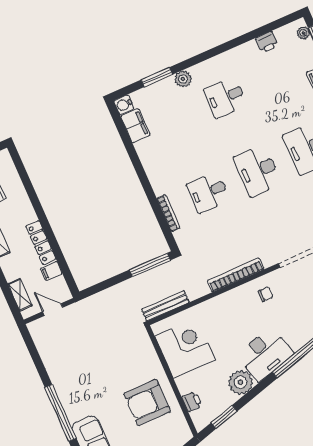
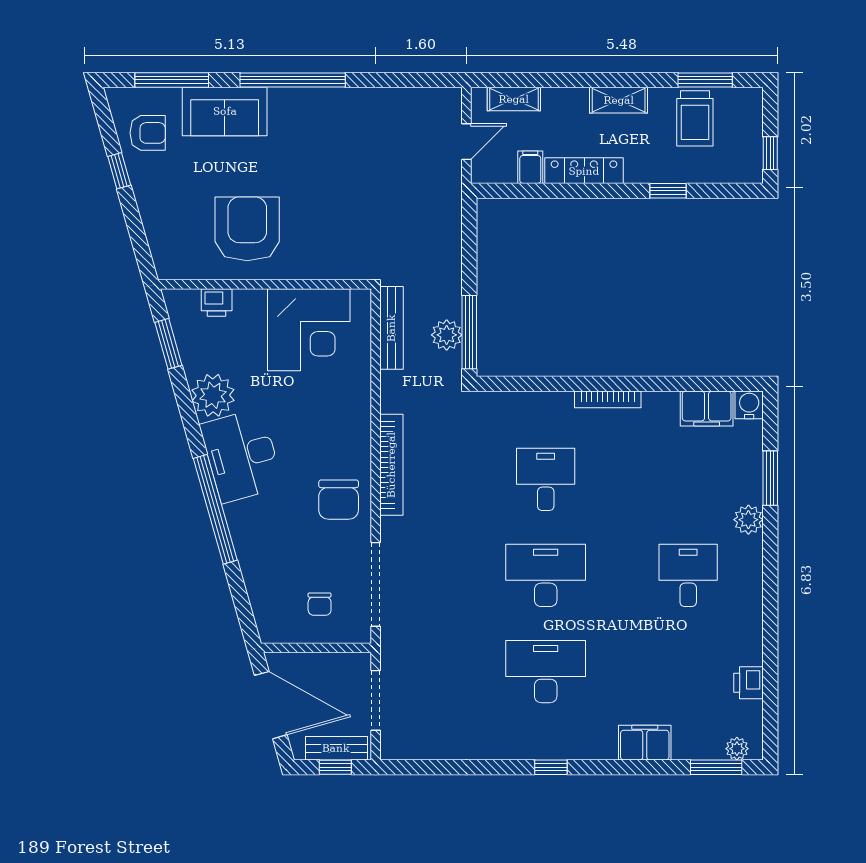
window: (32, 195) -> (668, 191), added
bookcase: (168, 213) -> (608, 399), moved
plant: (156, 276) -> (447, 335), added
chair: (266, 294) -> (339, 500), width x1.87, depth x1.87

